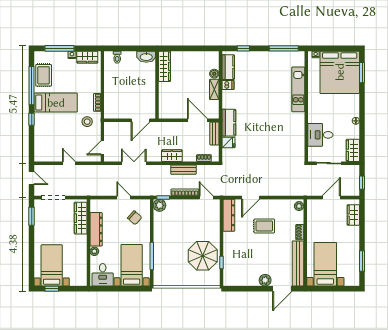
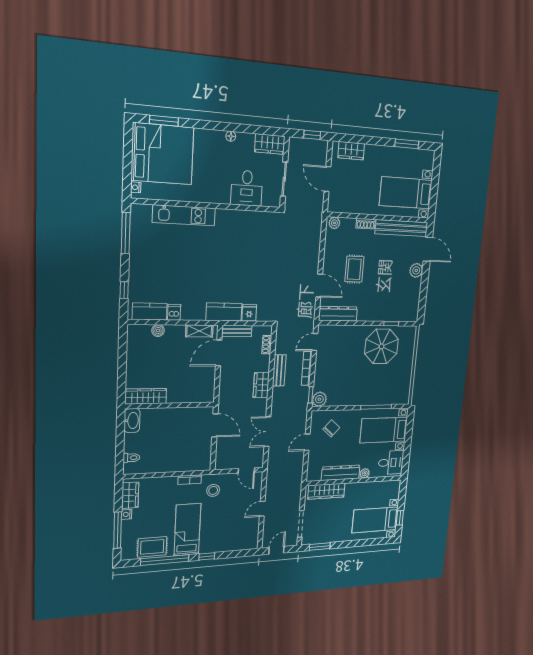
shelving: (214, 89) -> (199, 331), moved

